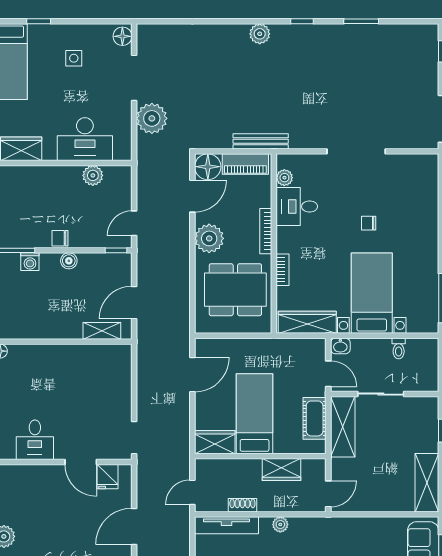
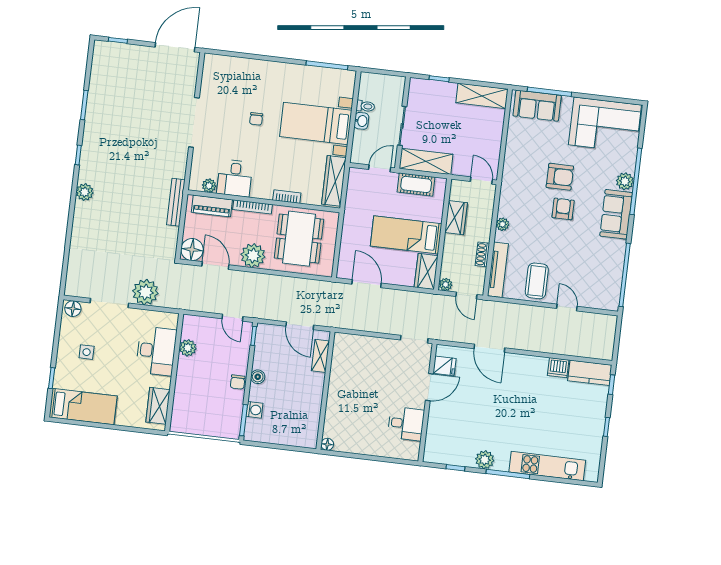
piano: (245, 164) -> (212, 206), moved, turned 90
washbasin: (340, 346) -> (361, 121), moved
plant: (202, 467) -> (446, 285), added

